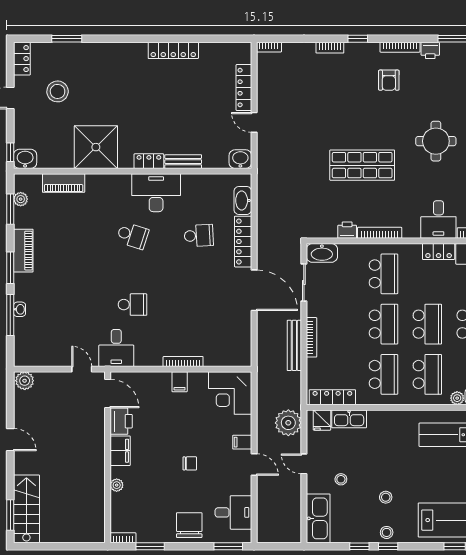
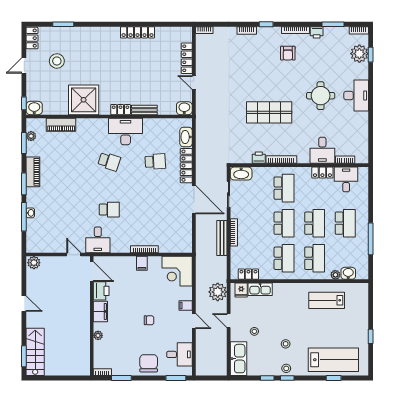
locker: (332, 397) -> (248, 274), width x0.66

